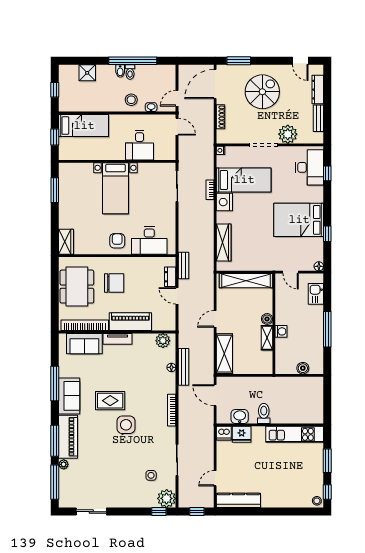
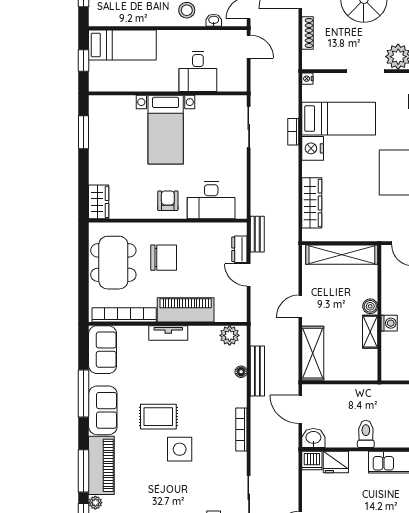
sofa: (84, 344) -> (103, 350), moved, turned -90
washbasin: (240, 416) -> (313, 438), moved

